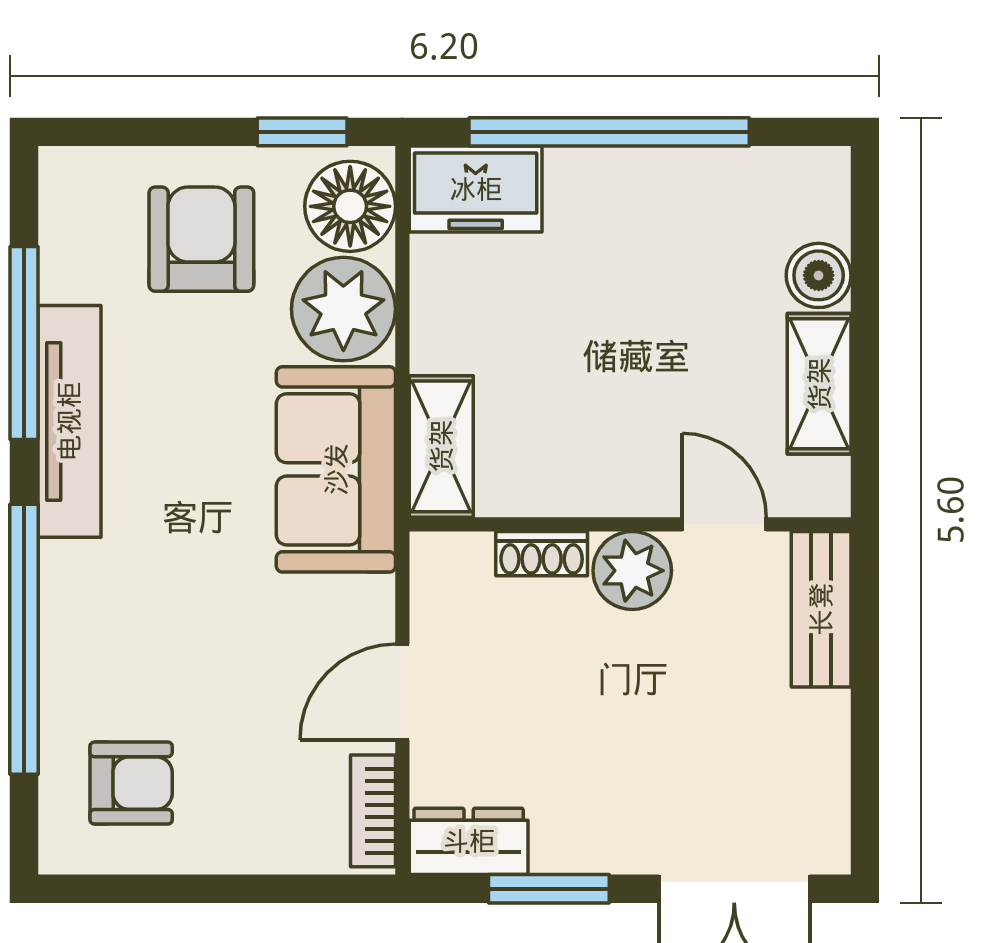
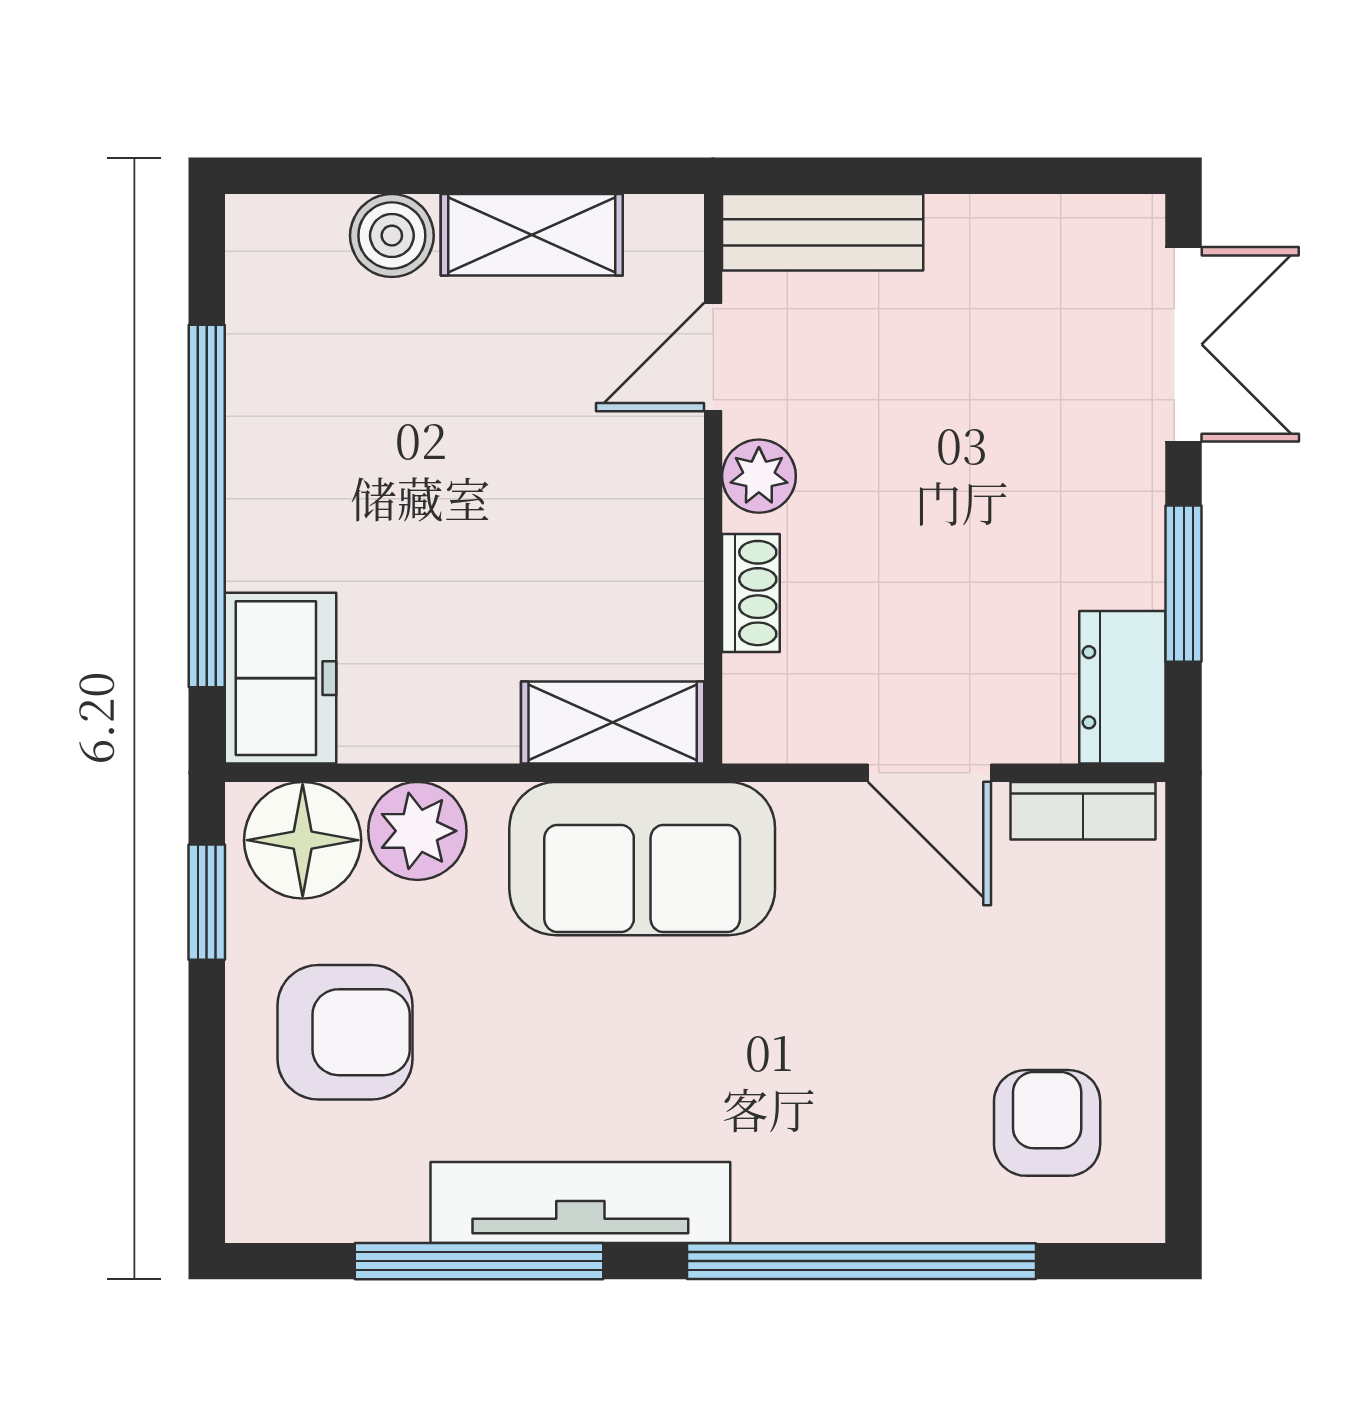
armchair: (201, 239) -> (345, 1032), turned 180
plant: (343, 309) -> (417, 831), width x0.73, depth x0.73
plant: (632, 571) -> (759, 476), width x0.73, depth x0.73

